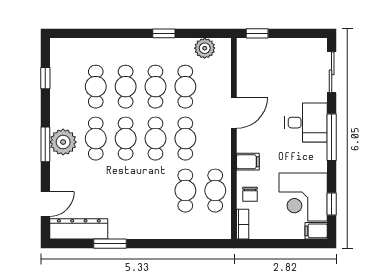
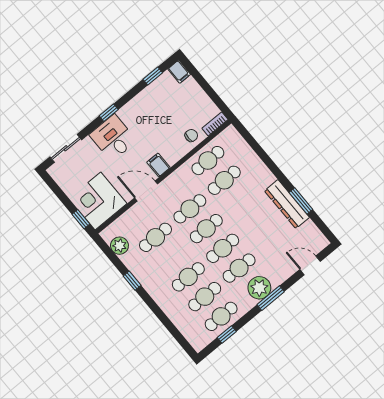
cafe table: (155, 87) -> (221, 316), moved
window: (332, 137) -> (109, 113), width x0.46
filing cabinet: (248, 162) -> (158, 165), moved
corner desk: (303, 197) -> (98, 201), moved, turned 180
dresser: (79, 229) -> (287, 204), moved

